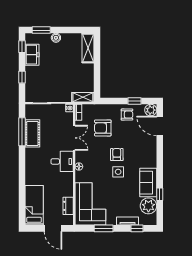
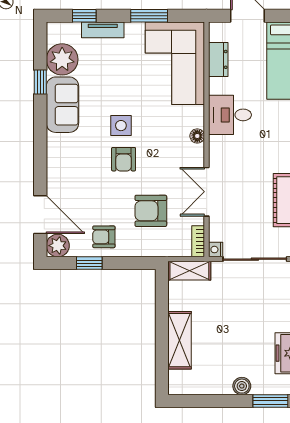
shelving: (88, 48) -> (179, 340), moved
armchair: (103, 128) -> (151, 211), turned 180
desk: (62, 161) -> (230, 115), moved

